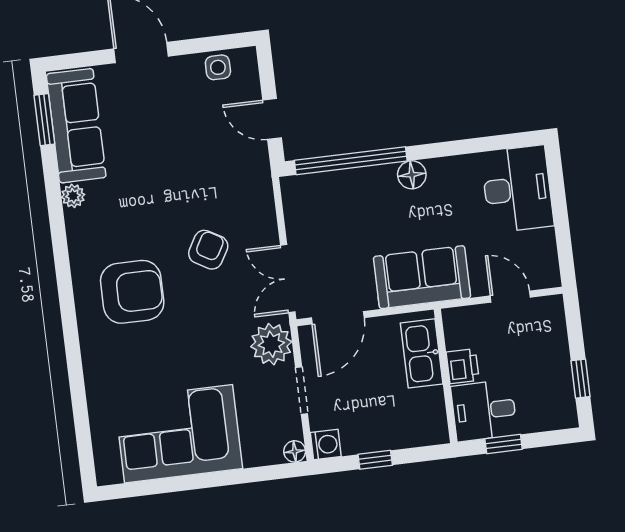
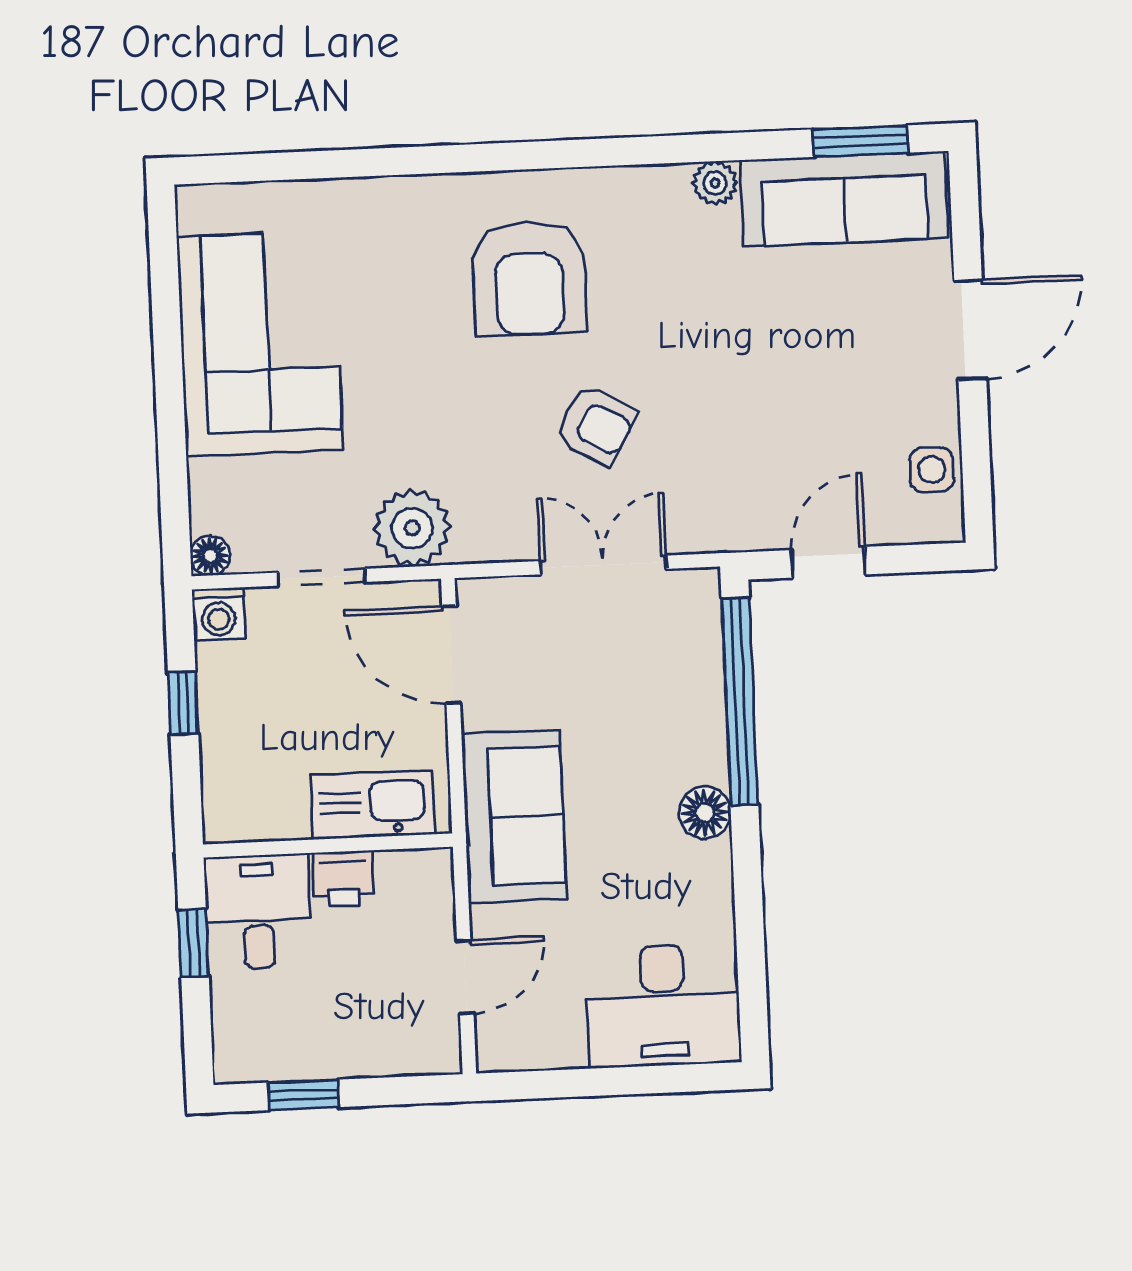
double door: (288, 279) -> (603, 565), moved

